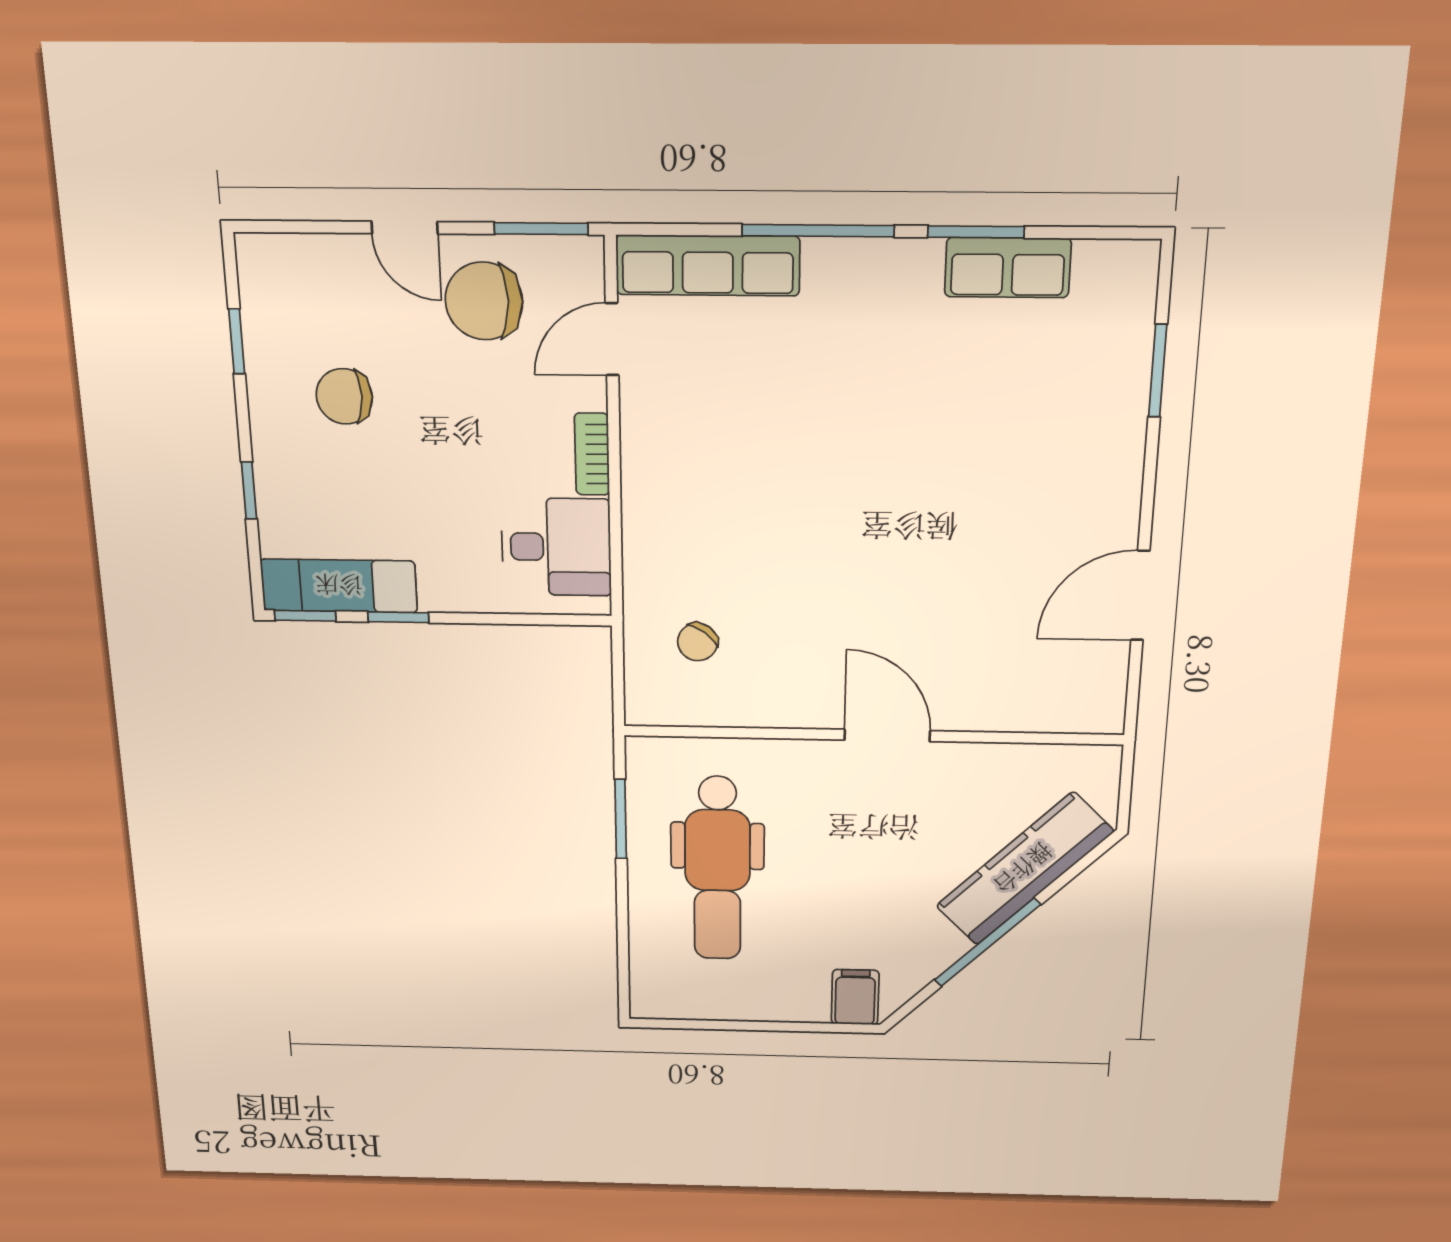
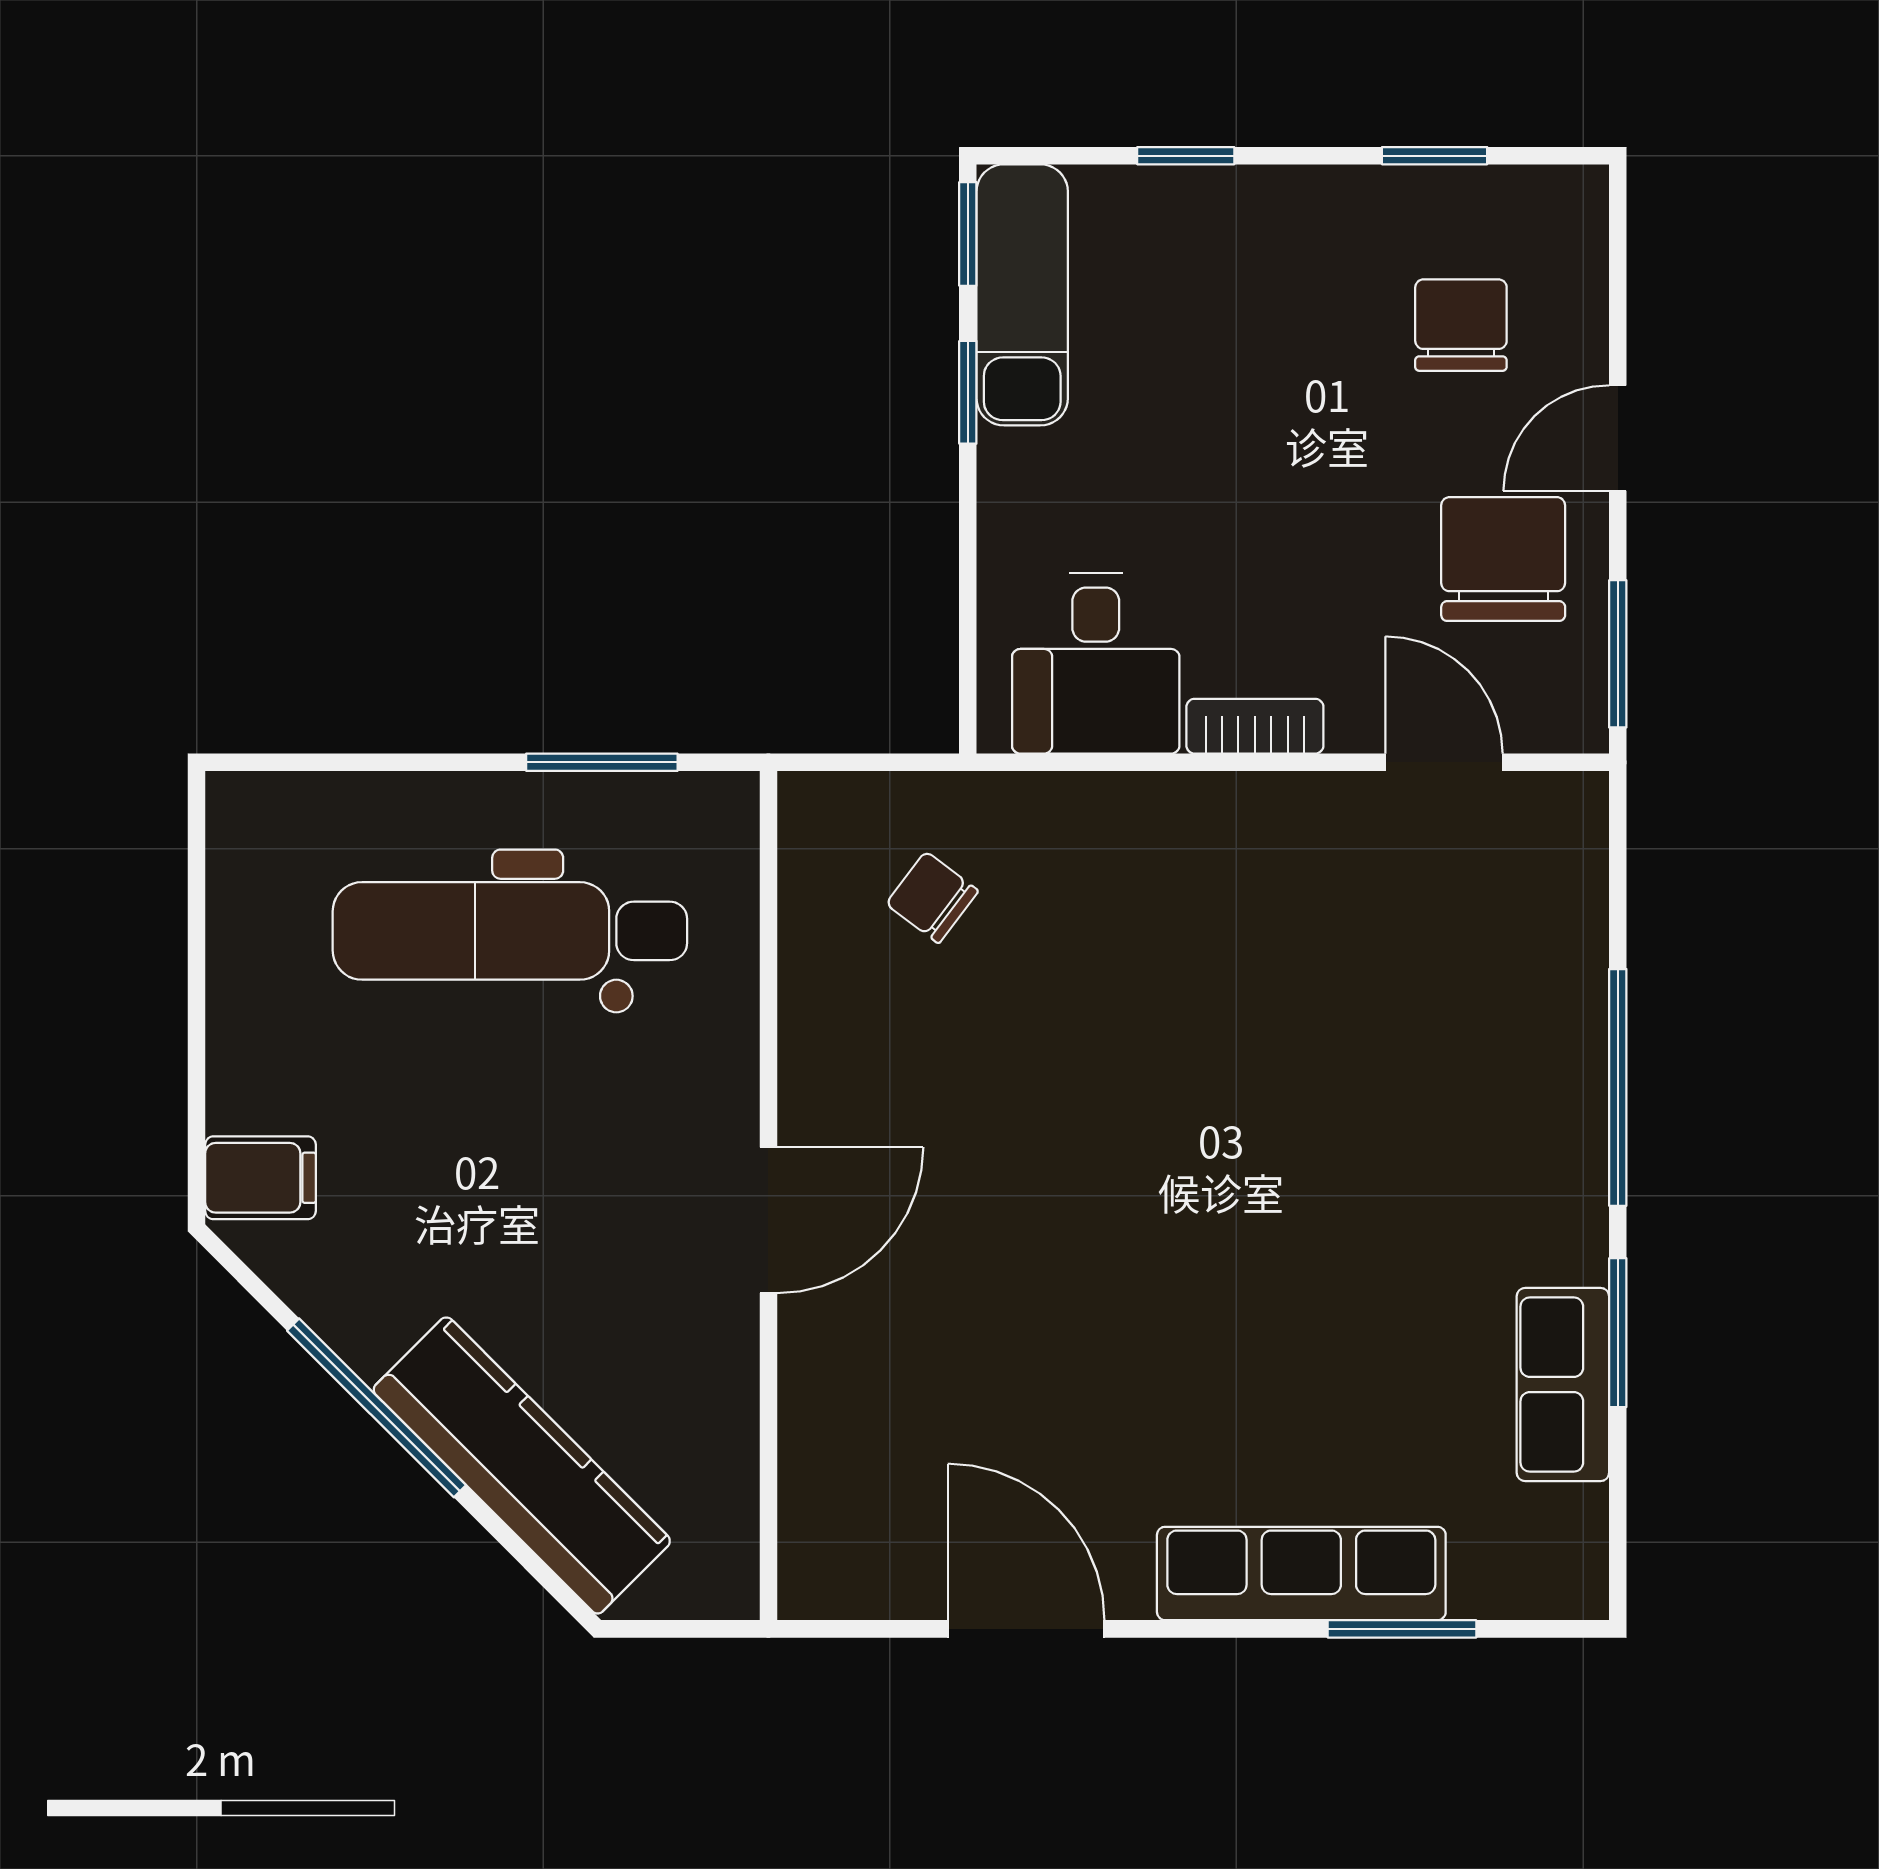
row of seats: (708, 265) -> (1301, 1573), moved, turned 90
chair: (344, 396) -> (1461, 325), moved

